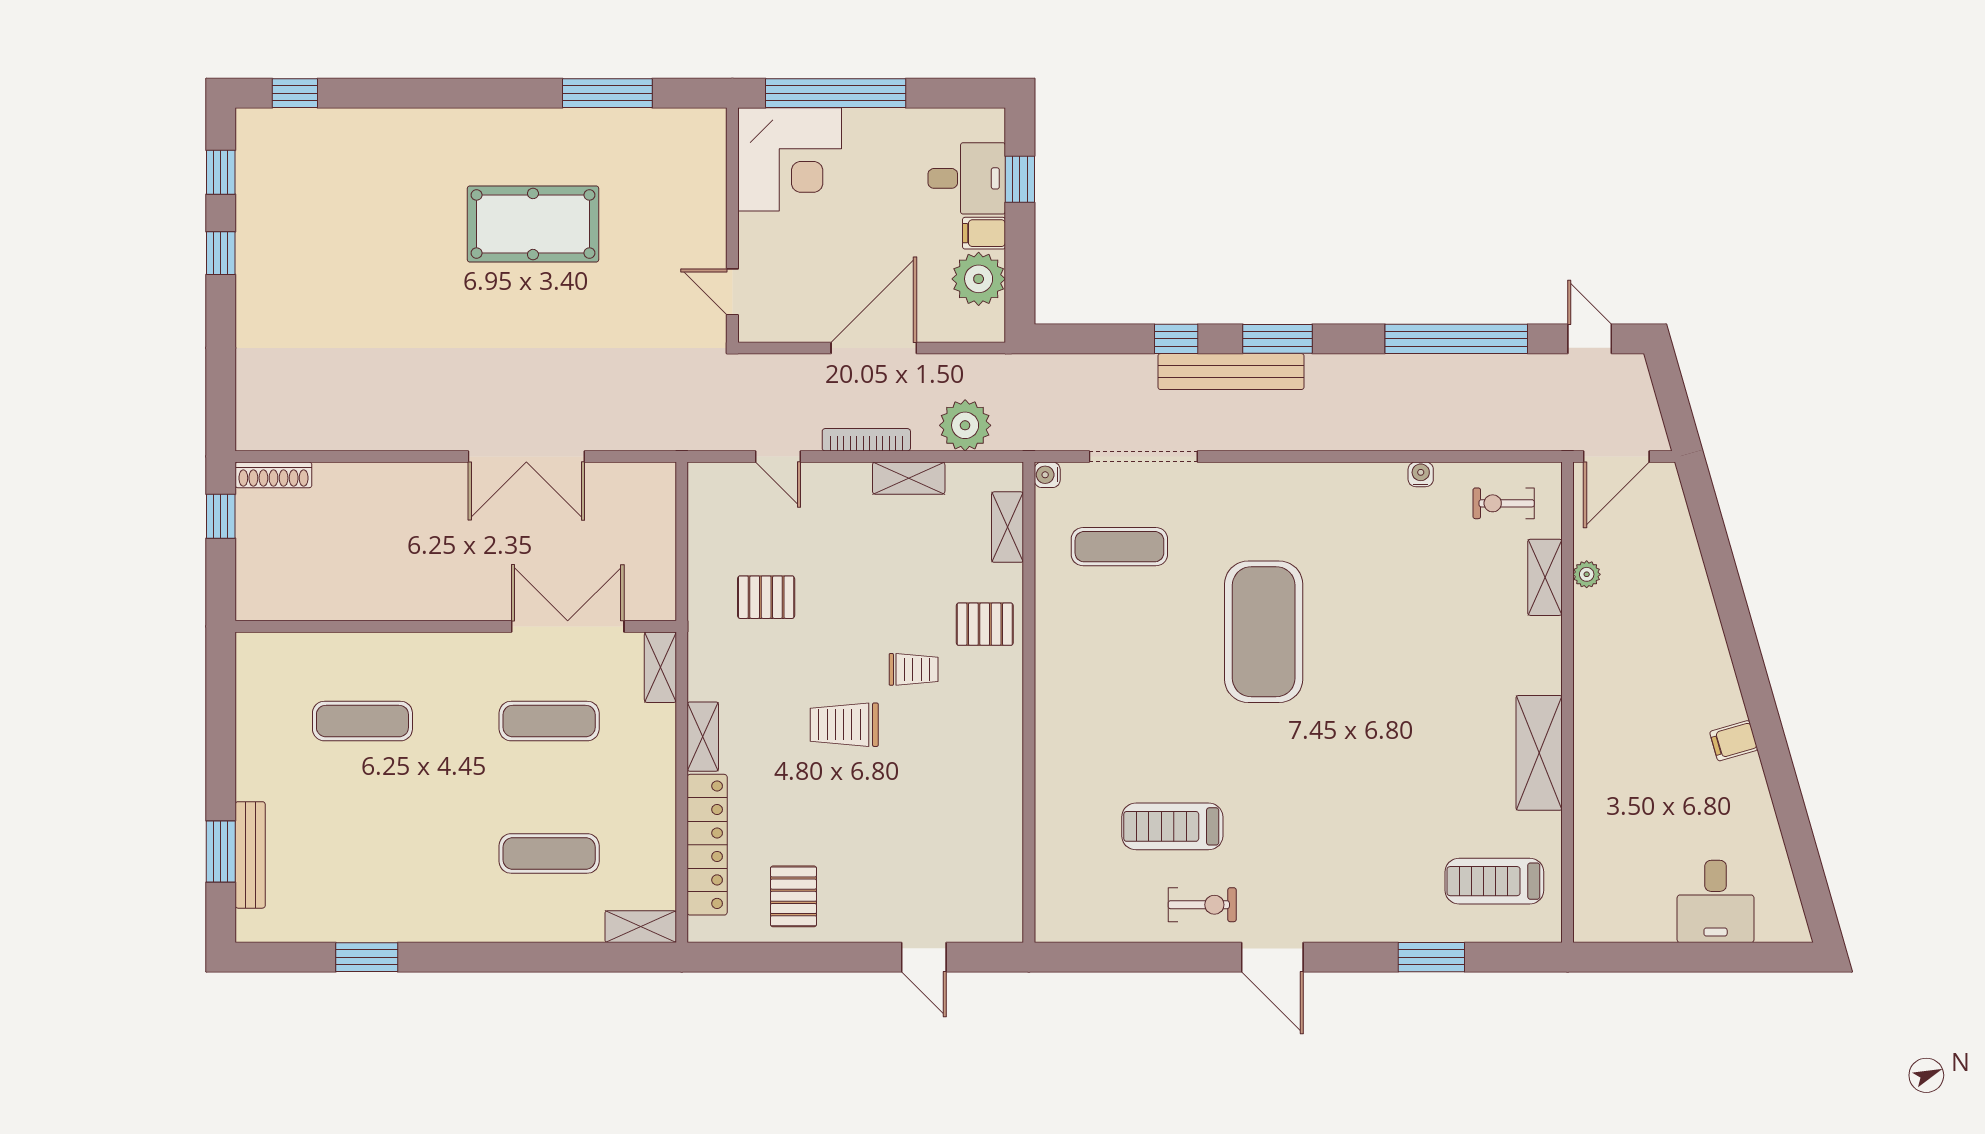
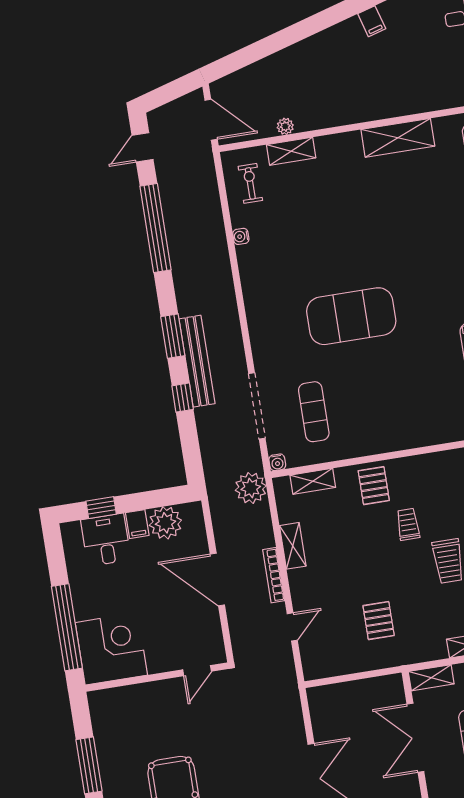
plant: (965, 425) -> (251, 488), moved
exercise bike: (1504, 503) -> (250, 183), turned 180

